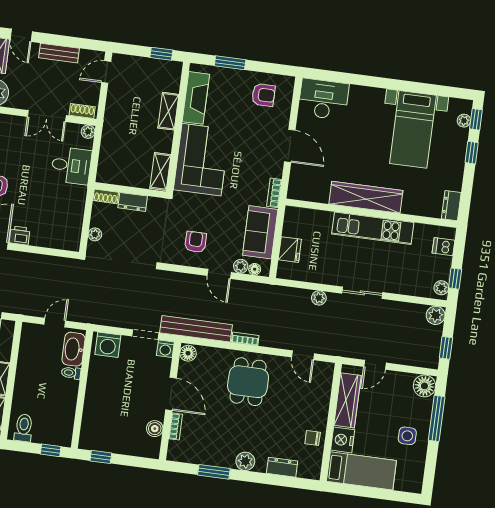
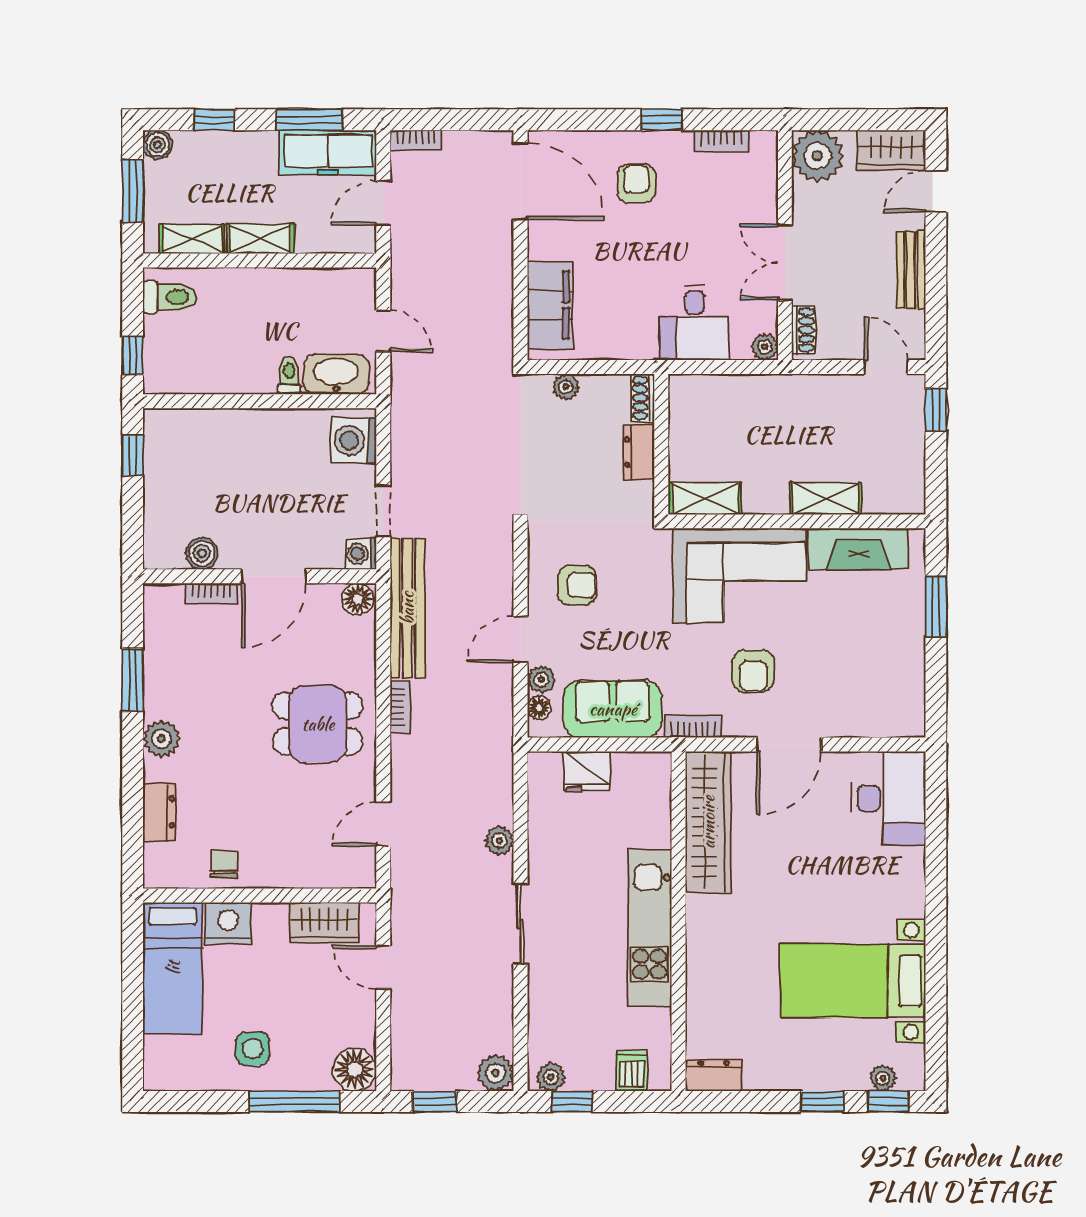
window: (161, 54) -> (936, 410), moved
armchair: (263, 95) -> (753, 671), moved
wardrobe: (366, 197) -> (708, 822), moved
printer: (20, 235) -> (544, 240), removed
filing cabinet: (53, 237) -> (550, 305), added
wardrobe: (347, 400) -> (324, 923), width x0.67

